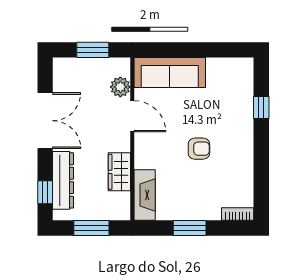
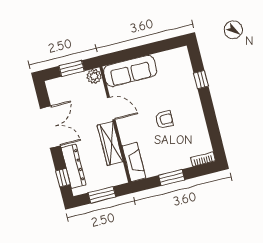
plant: (120, 87) -> (94, 76), moved
wardrobe: (119, 172) -> (110, 143), width x1.50

